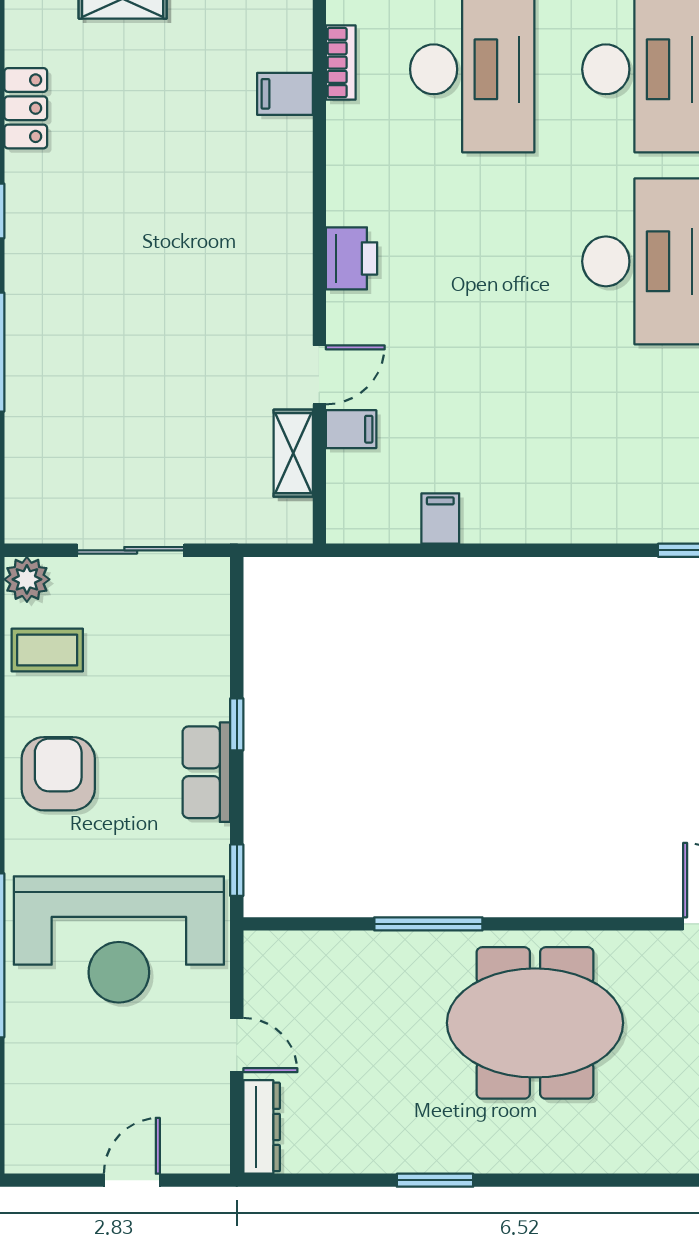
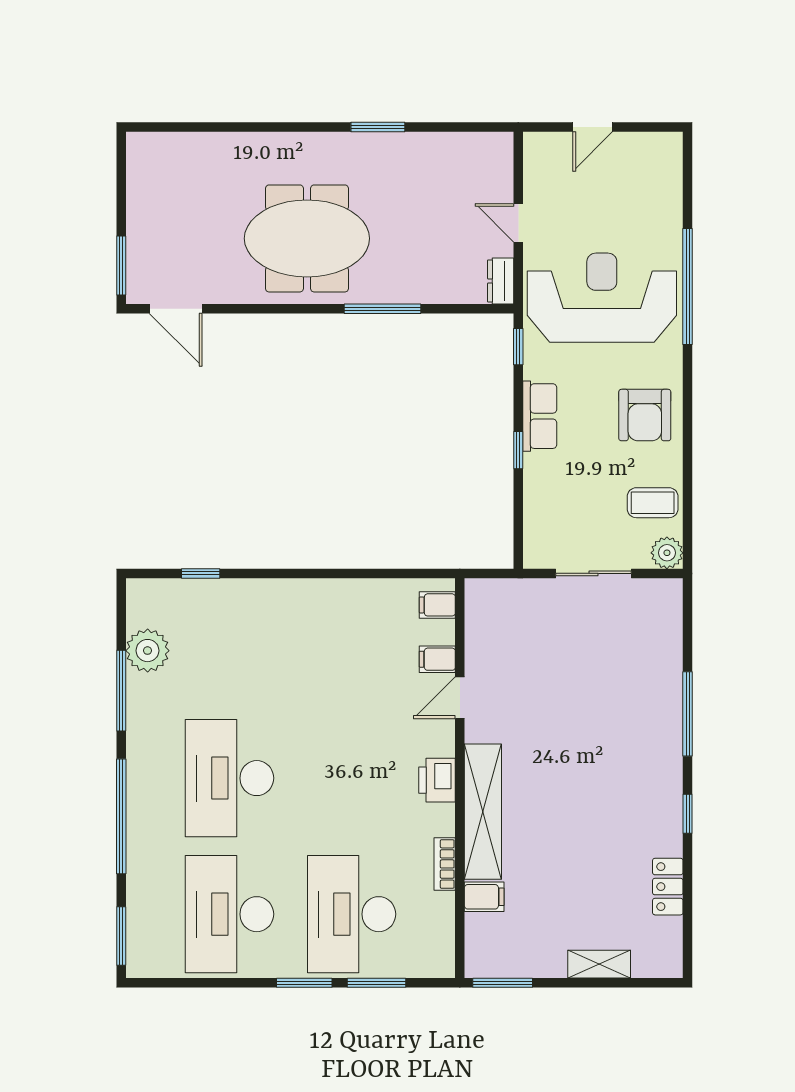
bookcase: (341, 63) -> (445, 864), moved
shelving: (293, 453) -> (483, 812), moved, width x2.20, depth x1.33
filing cabinet: (440, 519) -> (437, 605), moved, turned 90
dresser: (262, 1127) -> (501, 281), moved, width x0.70

